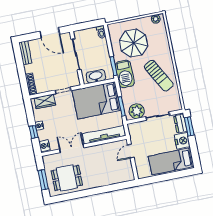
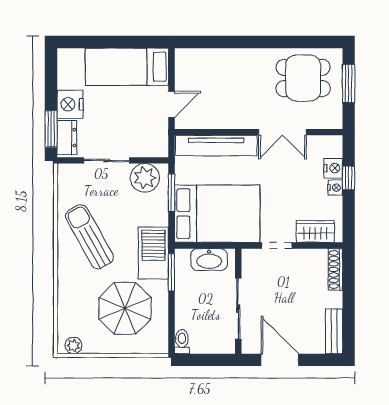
nightstand: (44, 146) -> (333, 168), moved
bed: (171, 161) -> (127, 67), moved, turned 180

